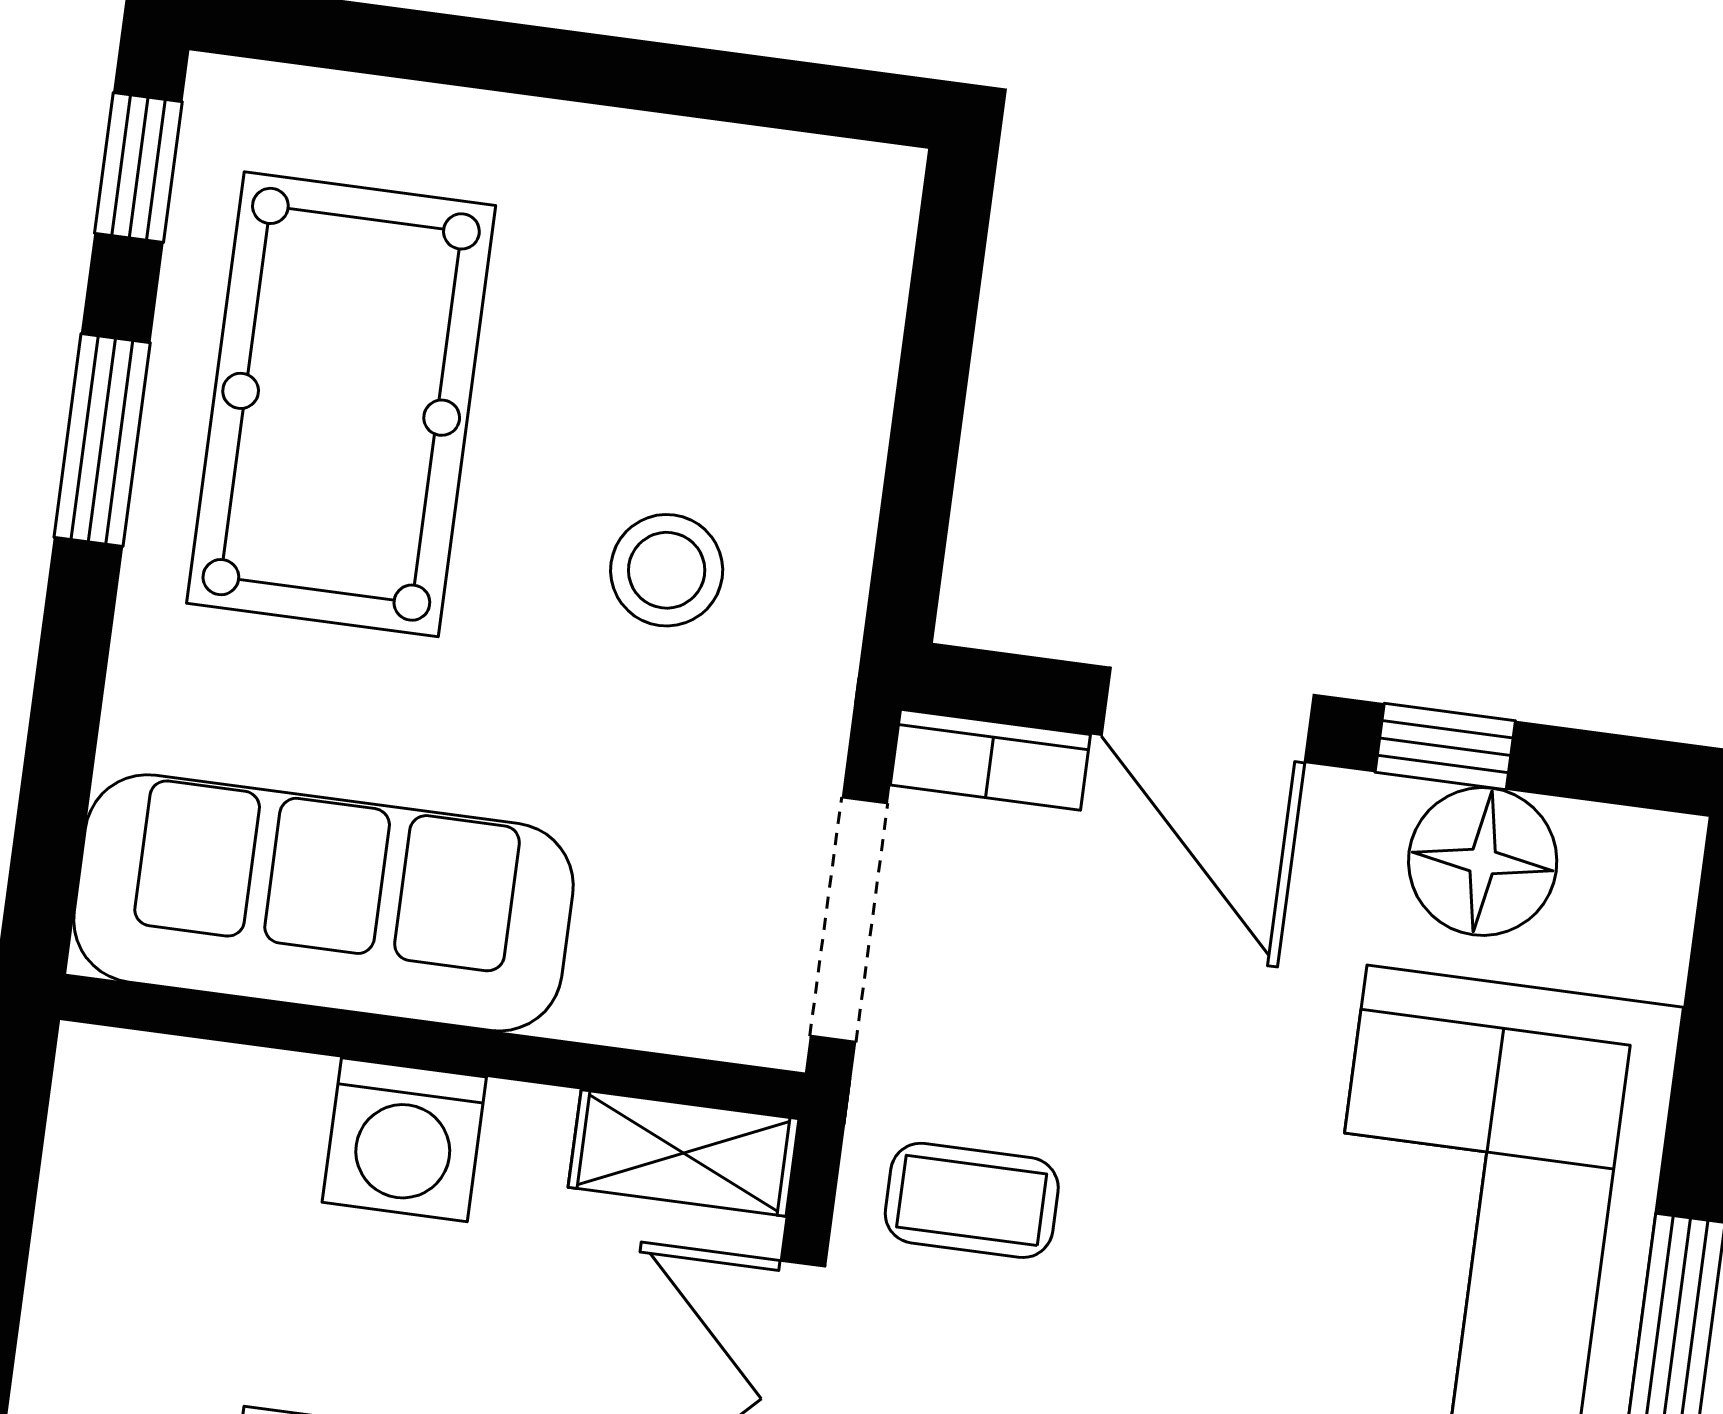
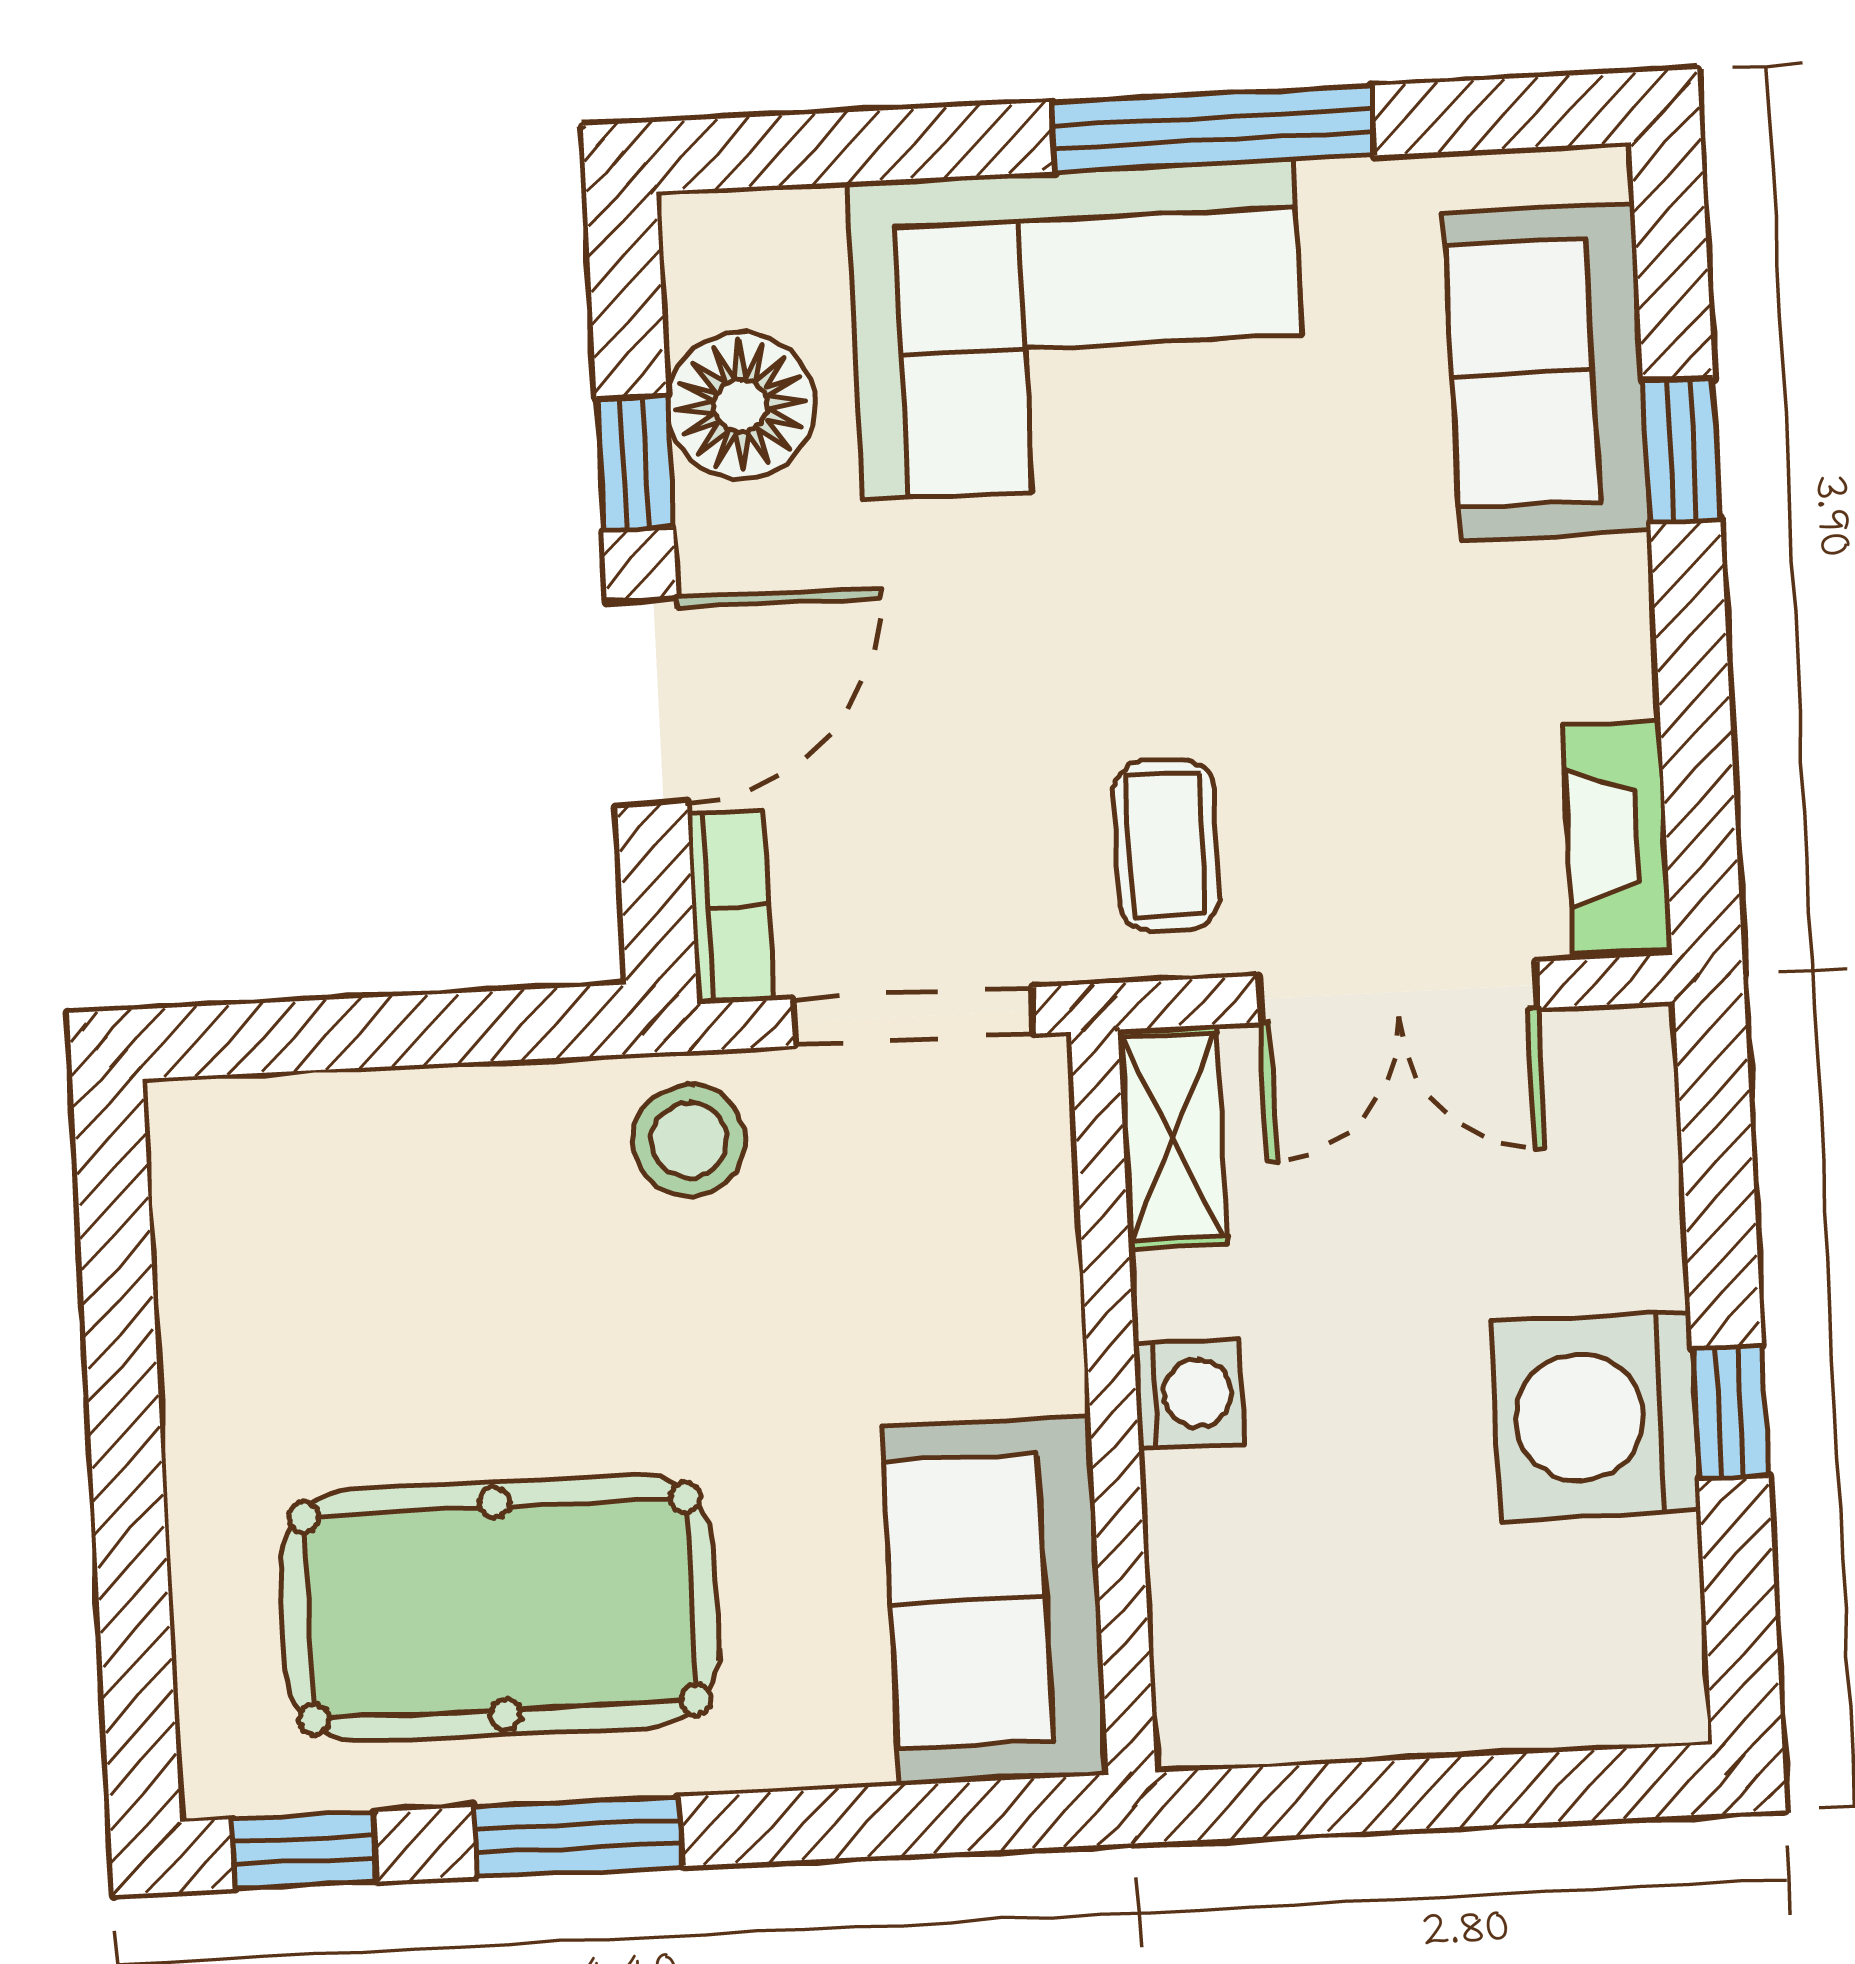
stool: (667, 570) -> (689, 1140), moved
sofa: (323, 903) -> (995, 1600), width x0.73
washing machine: (404, 1140) -> (1189, 1394), width x0.73, depth x0.73

